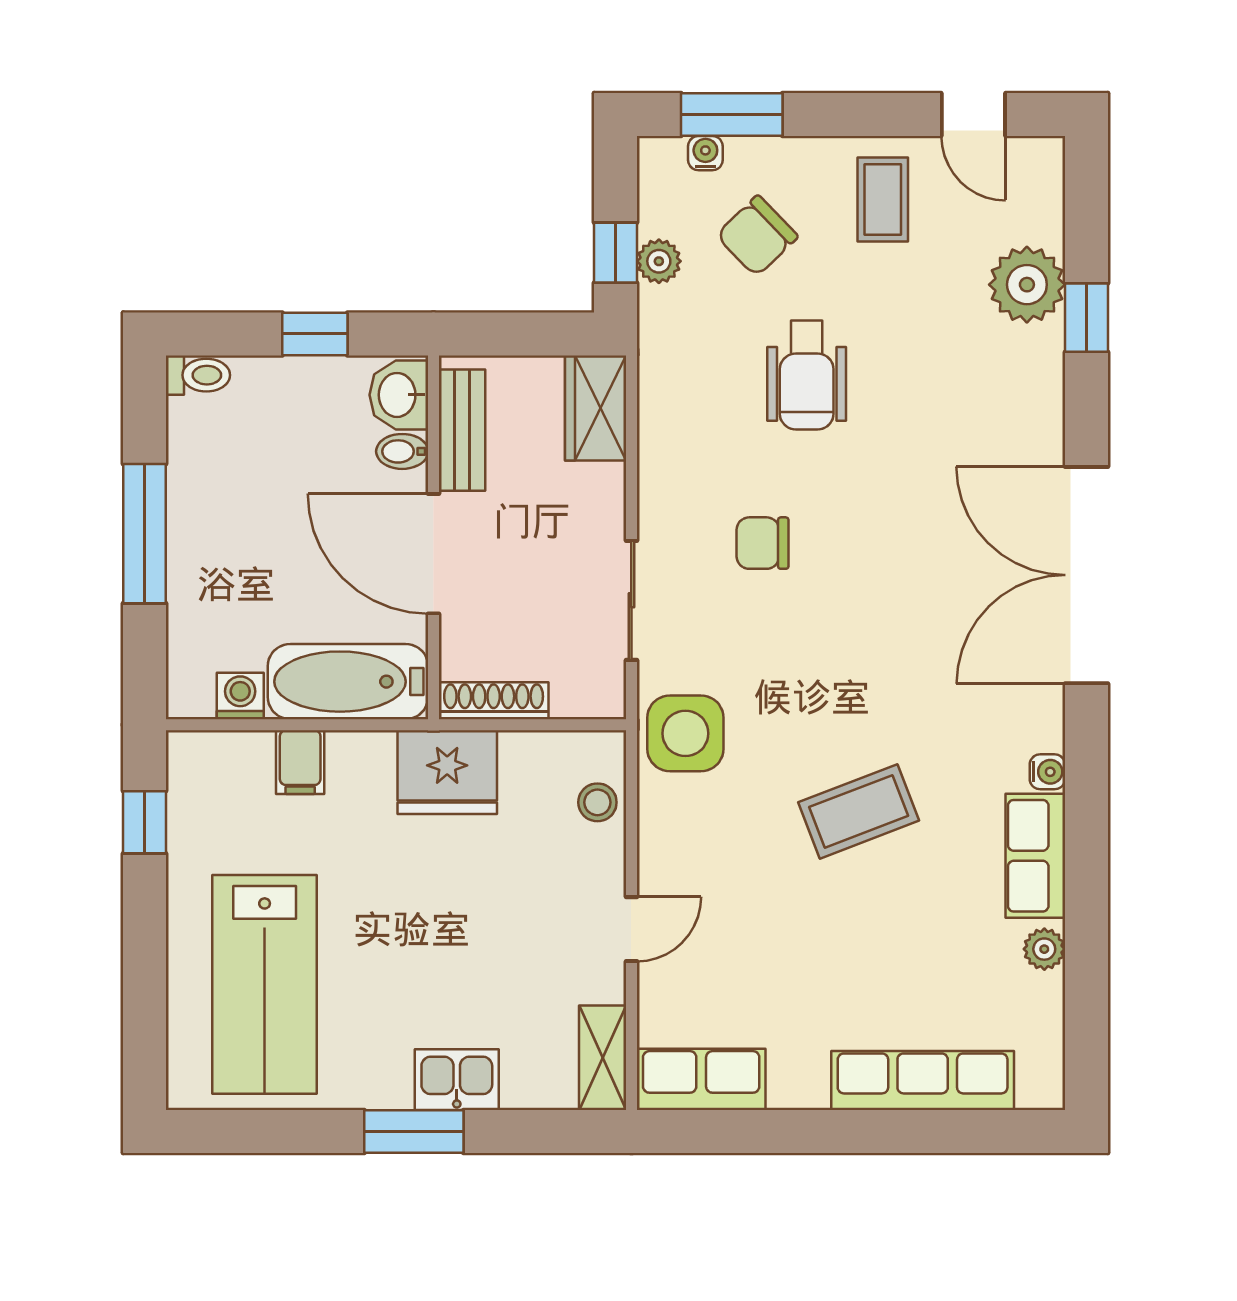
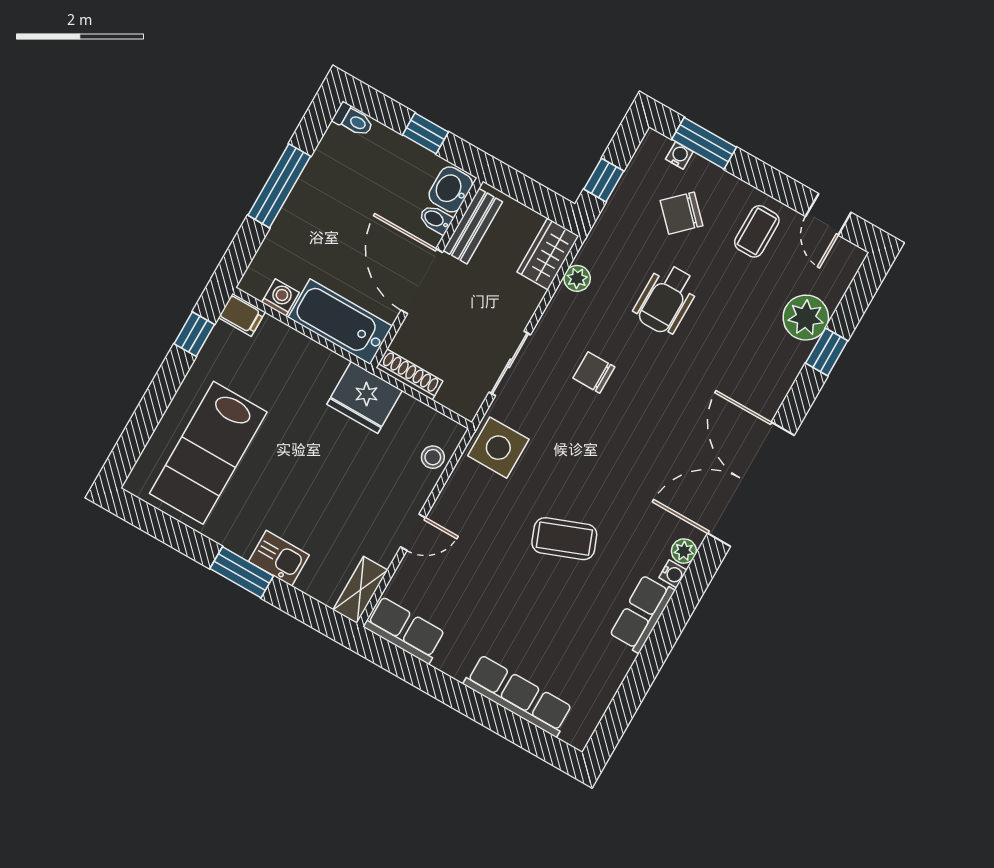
plant: (659, 261) -> (577, 278), moved
filing cabinet: (300, 762) -> (242, 315), moved, turned -90
plant: (1044, 949) -> (684, 551), moved

